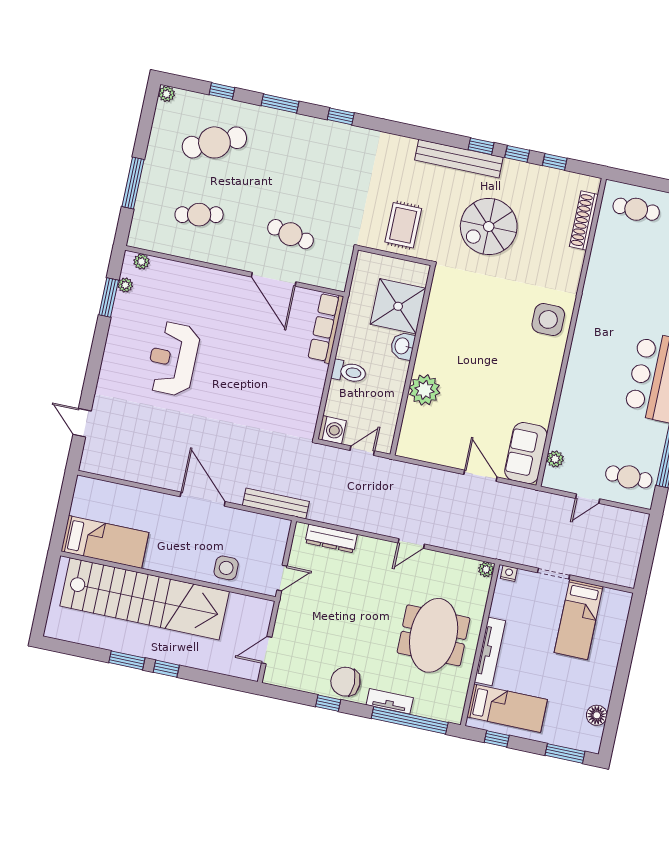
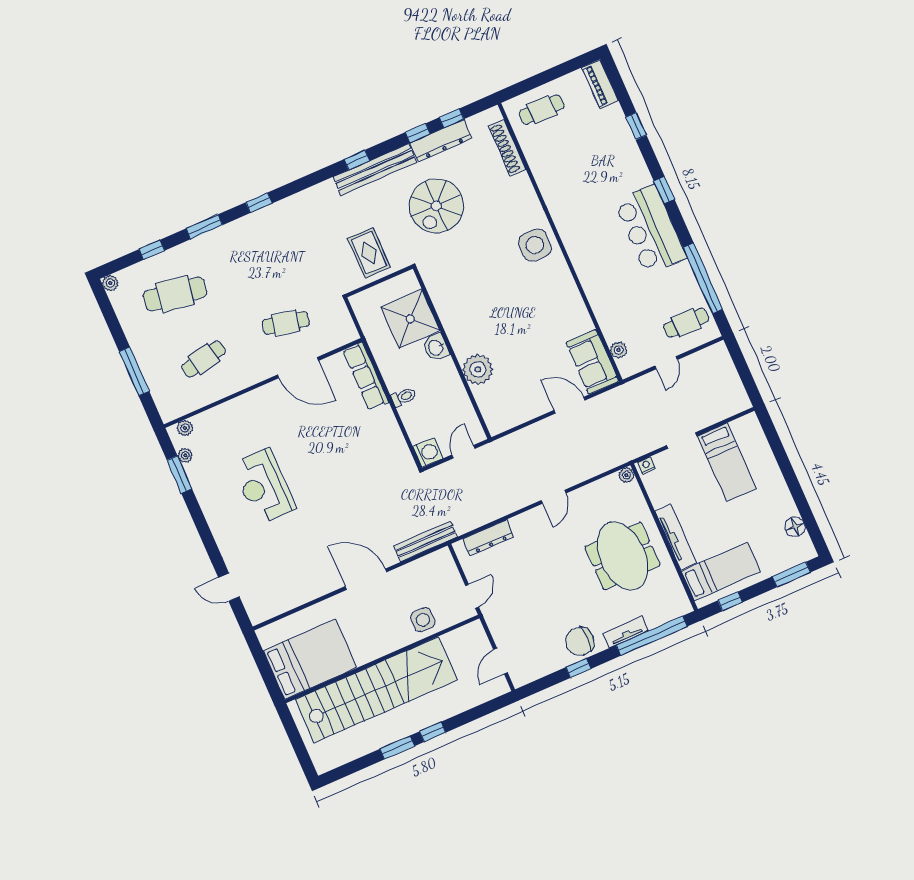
cafe table: (214, 142) -> (175, 294), turned 33
window: (481, 146) -> (357, 160), moved
dresser: (532, 174) -> (441, 141), added
toilet: (349, 372) -> (404, 397), width x0.73, depth x0.72
bed: (105, 542) -> (310, 659), width x1.50

